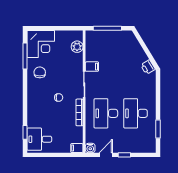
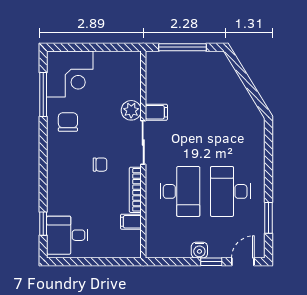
plant: (77, 47) -> (131, 110), moved
printer: (148, 67) -> (251, 113), removed
desk: (106, 113) -> (180, 191), turned 180
filing cabinet: (77, 148) -> (131, 222), moved
water cooler: (90, 148) -> (199, 250), moved
door: (106, 155) -> (243, 262), moved

